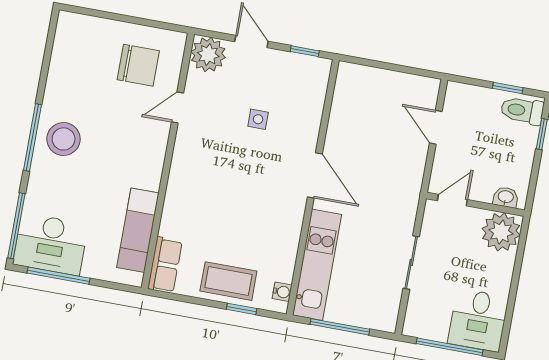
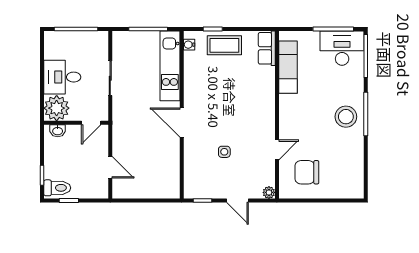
plant: (208, 55) -> (269, 192), width x0.53, depth x0.53
desk: (478, 320) -> (62, 77), moved, turned -90

